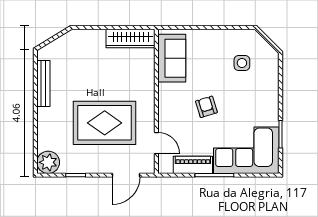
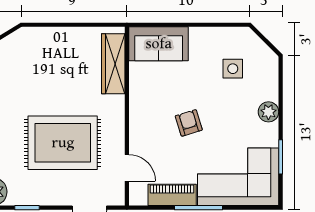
wardrobe: (131, 38) -> (113, 64), moved, turned 90
sofa: (172, 58) -> (159, 44), moved, turned 90
plant: (271, 98) -> (268, 112), added

